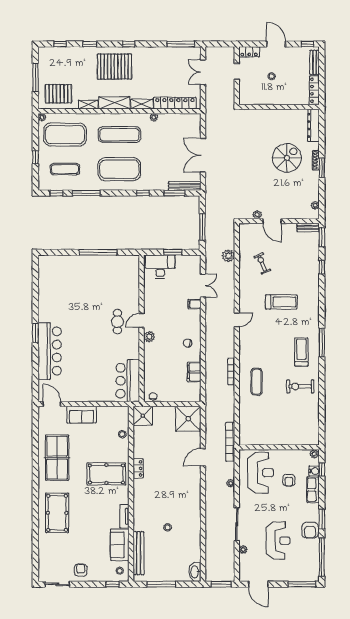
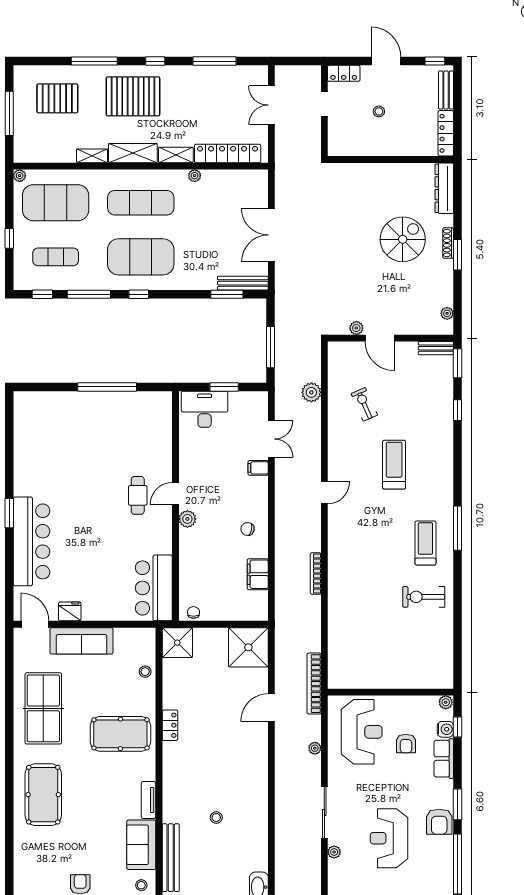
window: (60, 44) -> (48, 61), removed
window: (90, 44) -> (94, 61), width x2.17
window: (181, 44) -> (215, 61), moved
pallet: (58, 94) -> (57, 98), moved
window: (143, 193) -> (139, 294), moved
treadmill: (281, 302) -> (394, 465), turned -90
exercise mat: (257, 382) -> (355, 590), removed
fridge: (74, 396) -> (70, 611), added
sofa: (82, 415) -> (81, 641), width x1.36
reception desk: (278, 541) -> (389, 838), turned 180

